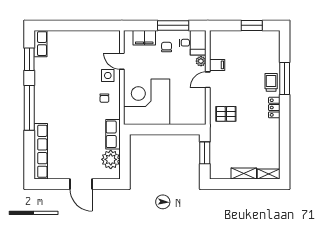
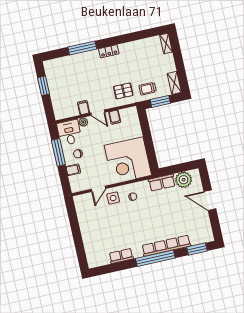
filing cabinet: (144, 38) -> (73, 170), width x0.50
row of seats: (40, 44) -> (121, 256), moved
window: (29, 59) -> (197, 249), moved
trolley: (271, 82) -> (148, 89), moved
filing cabinet: (199, 98) -> (115, 117), added
pallet: (226, 114) -> (123, 91), turned 90
row of seats: (41, 151) -> (166, 246), moved
shelving: (244, 173) -> (174, 83), moved
door: (81, 184) -> (210, 200), swing flipped

